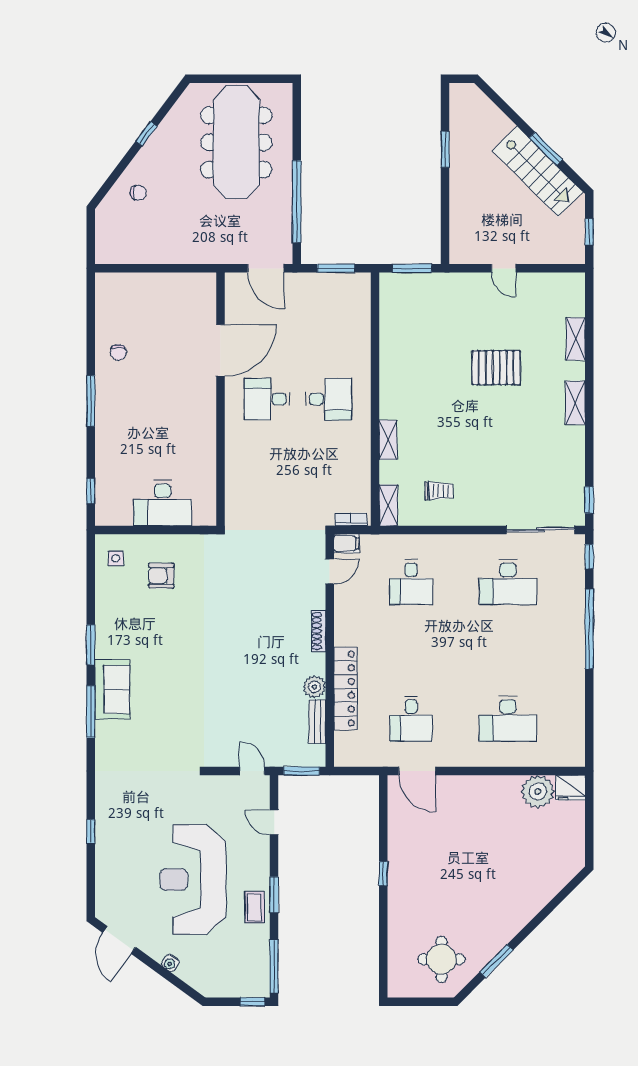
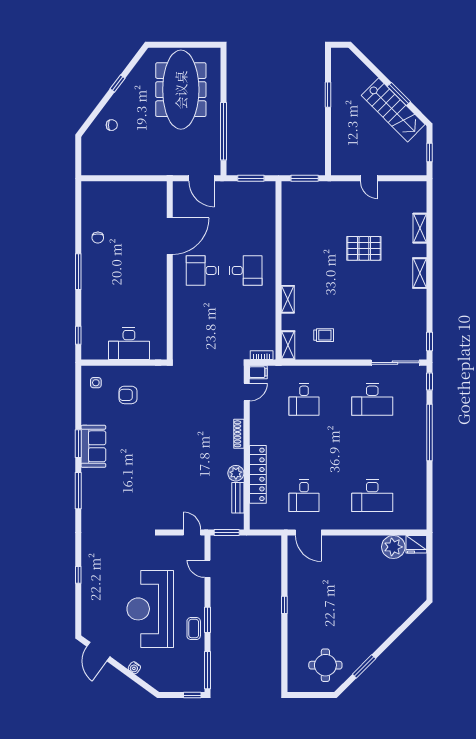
sofa: (112, 689) -> (93, 446), moved

